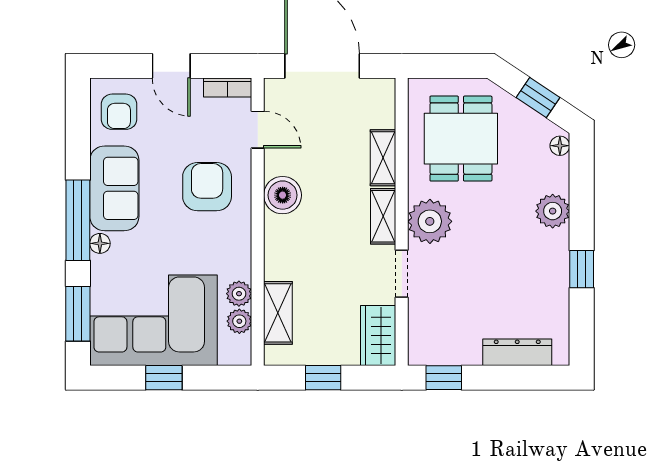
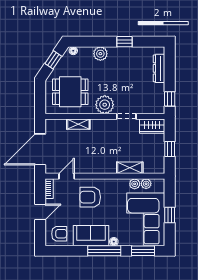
boiler: (283, 195) -> (94, 166), removed
shelving: (383, 216) -> (103, 124), removed
shelving: (278, 313) -> (130, 168), moved

